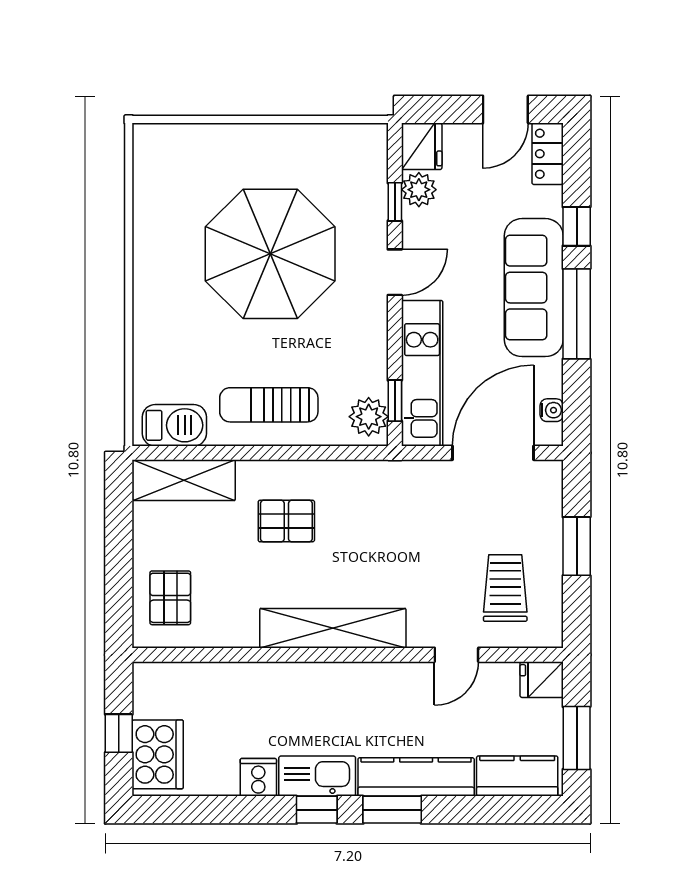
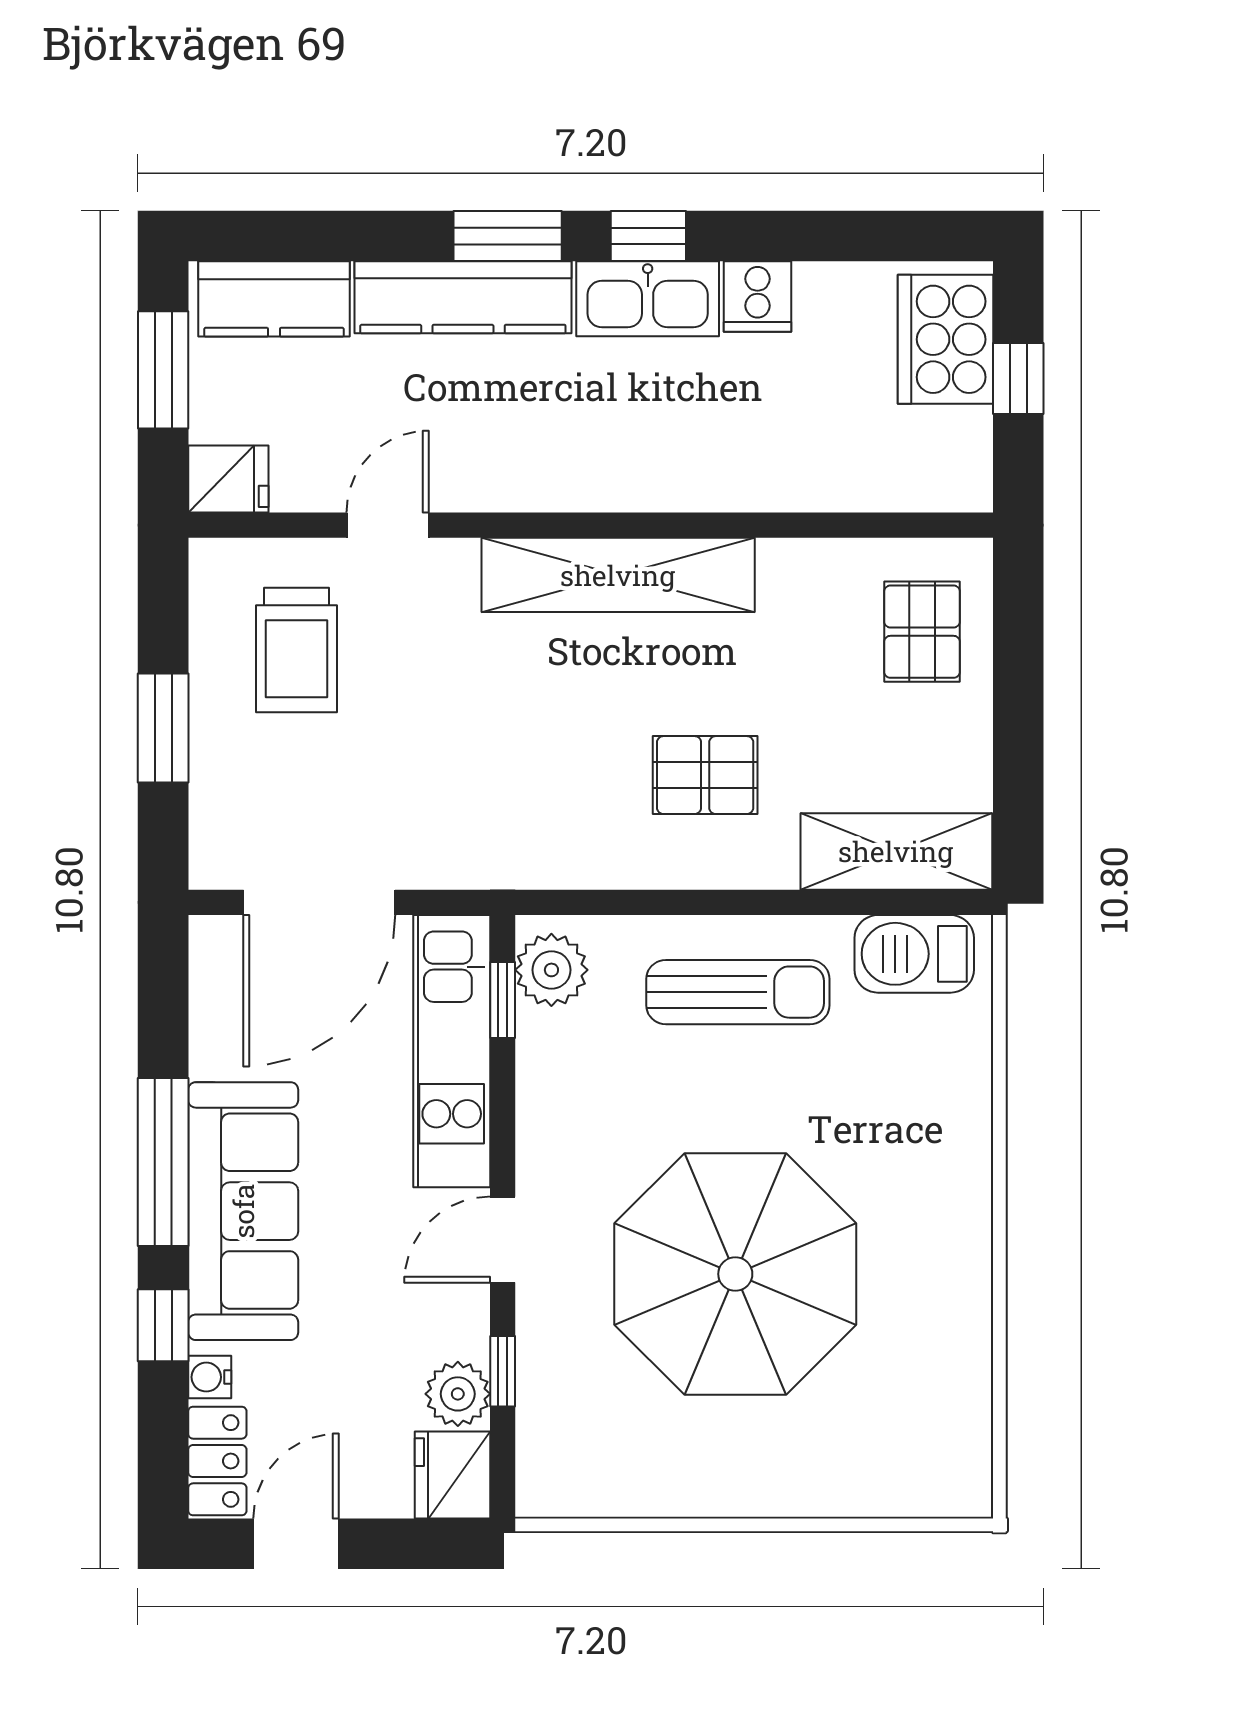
water cooler: (552, 410) -> (210, 1377), moved

